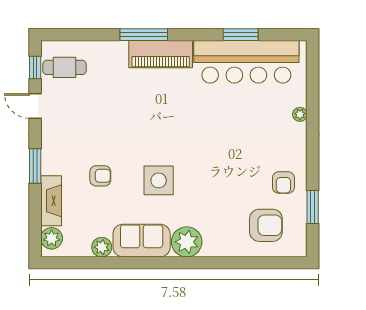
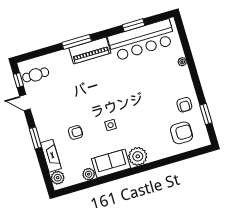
side table: (159, 180) -> (111, 125), width x0.54, depth x0.54

